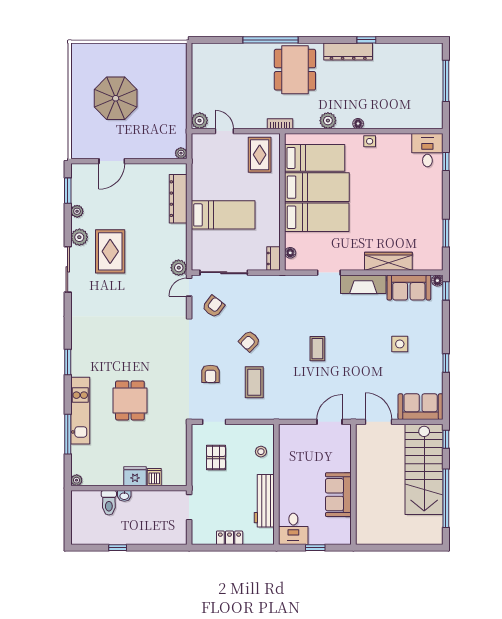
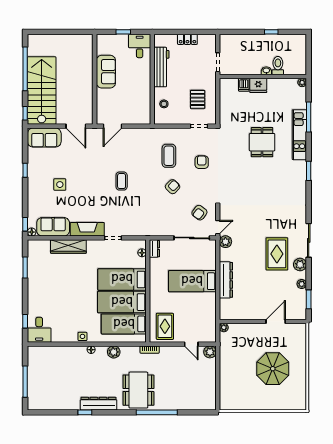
dresser: (178, 199) -> (226, 280), moved

